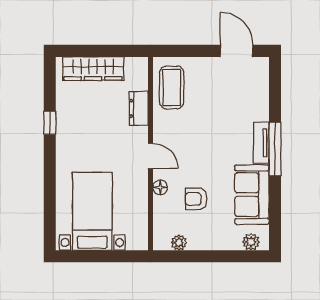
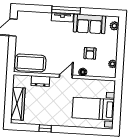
coffee table: (172, 87) -> (30, 63), width x1.36, depth x1.32

